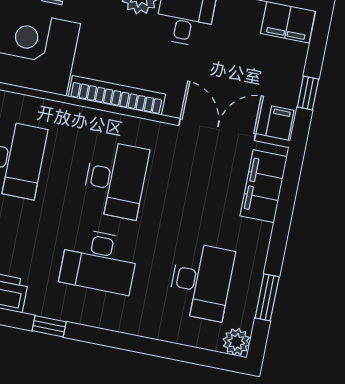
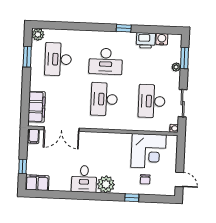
window: (308, 93) -> (23, 166), moved
bookcase: (117, 95) -> (109, 137), removed
desk: (99, 261) -> (106, 61), turned 180

